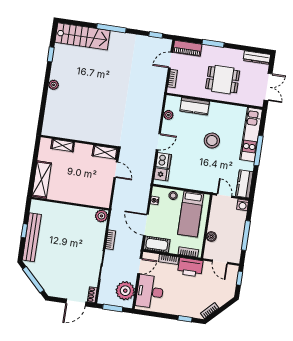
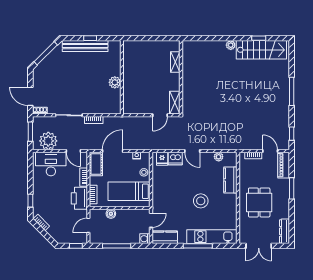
stairs: (82, 36) -> (261, 50), moved, turned -90
shelving: (42, 180) -> (140, 47), removed
plant: (101, 216) -> (115, 82), moved

